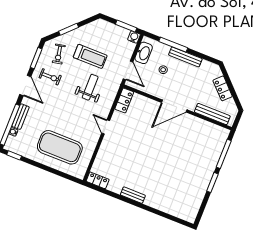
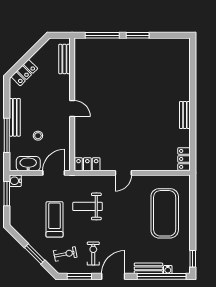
locker: (223, 88) -> (24, 73), moved
door: (174, 106) -> (72, 109), width x0.53
bench: (212, 114) -> (64, 59), width x0.73

